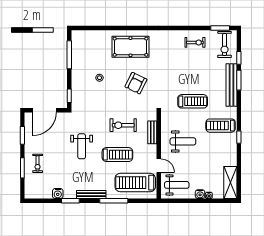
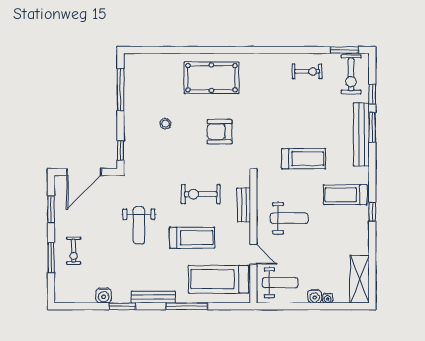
armchair: (136, 83) -> (220, 132), turned 64

